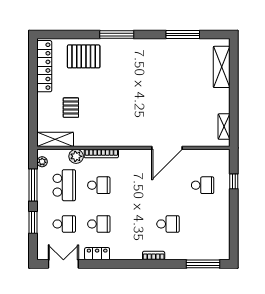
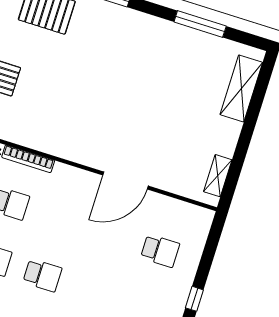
window: (234, 181) -> (194, 299), moved
school desk: (168, 224) -> (42, 275), moved

